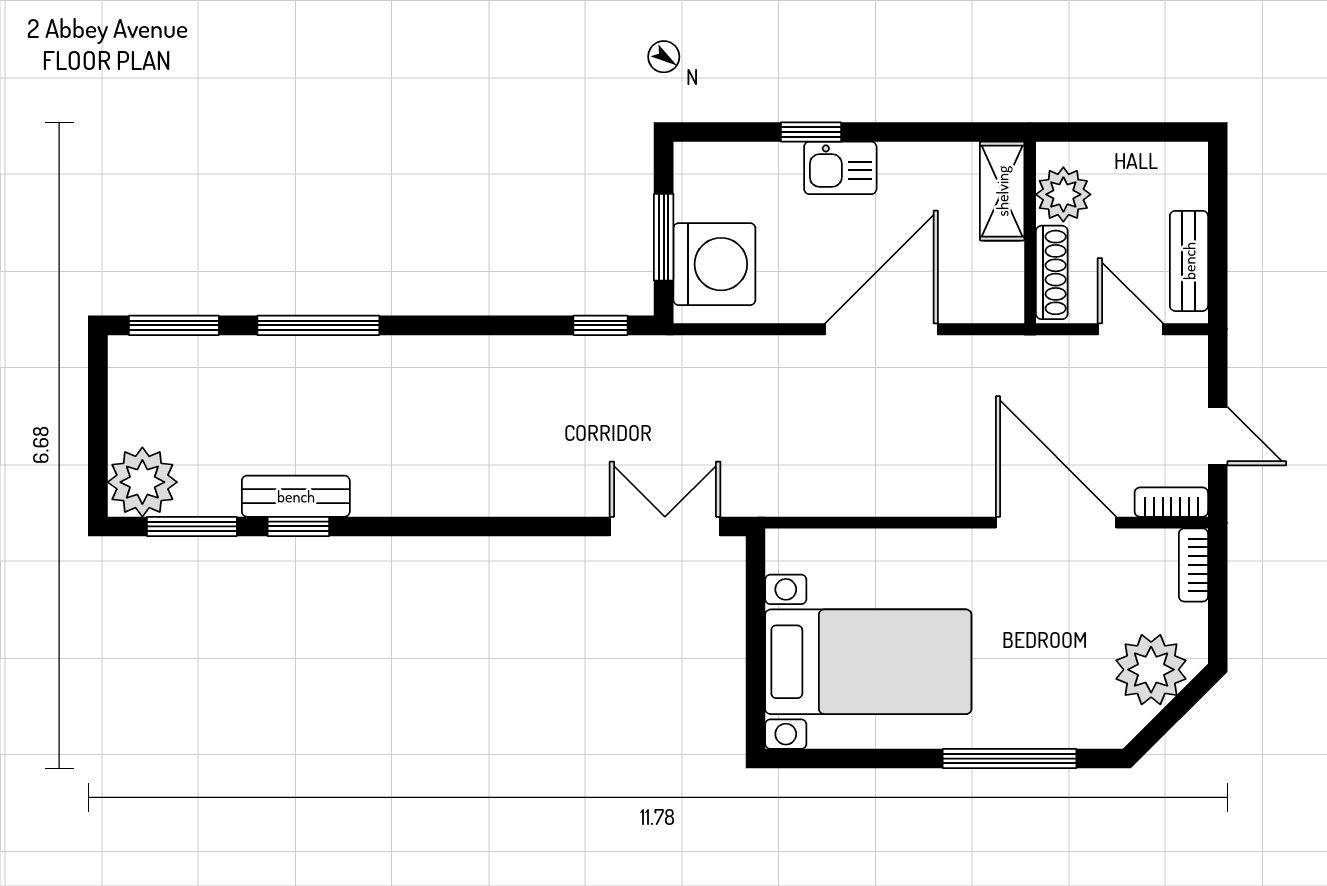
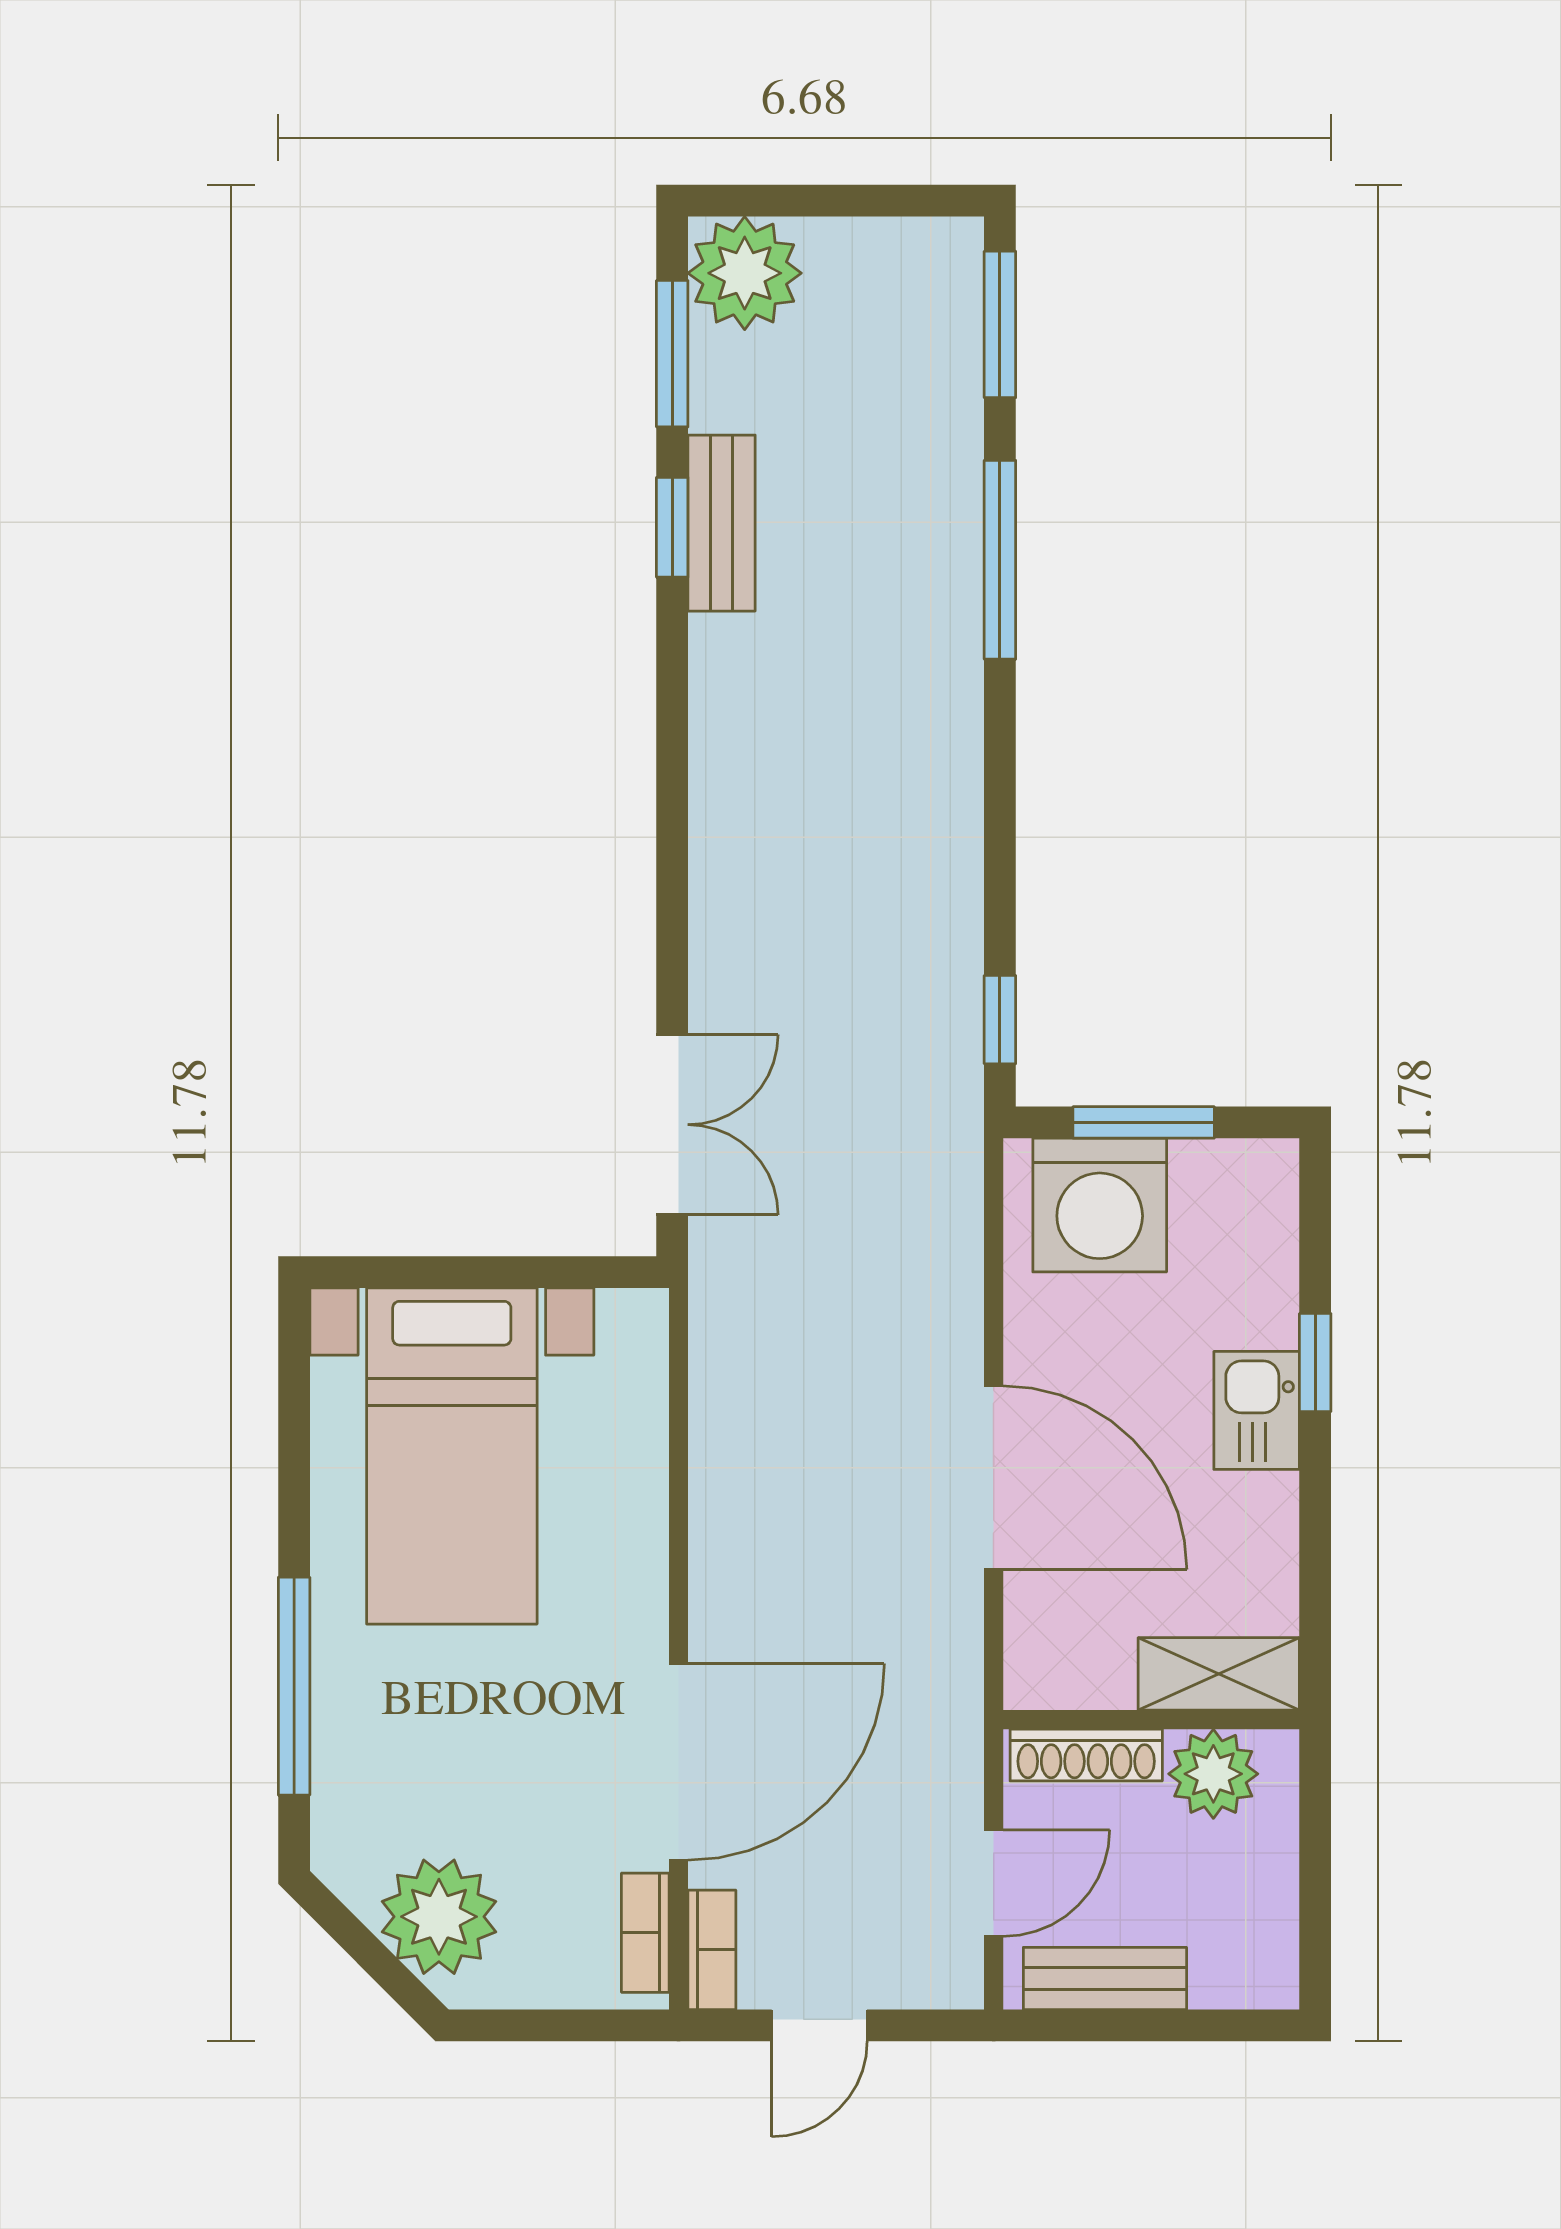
bookcase: (1193, 565) -> (645, 1933), moved, turned -90

